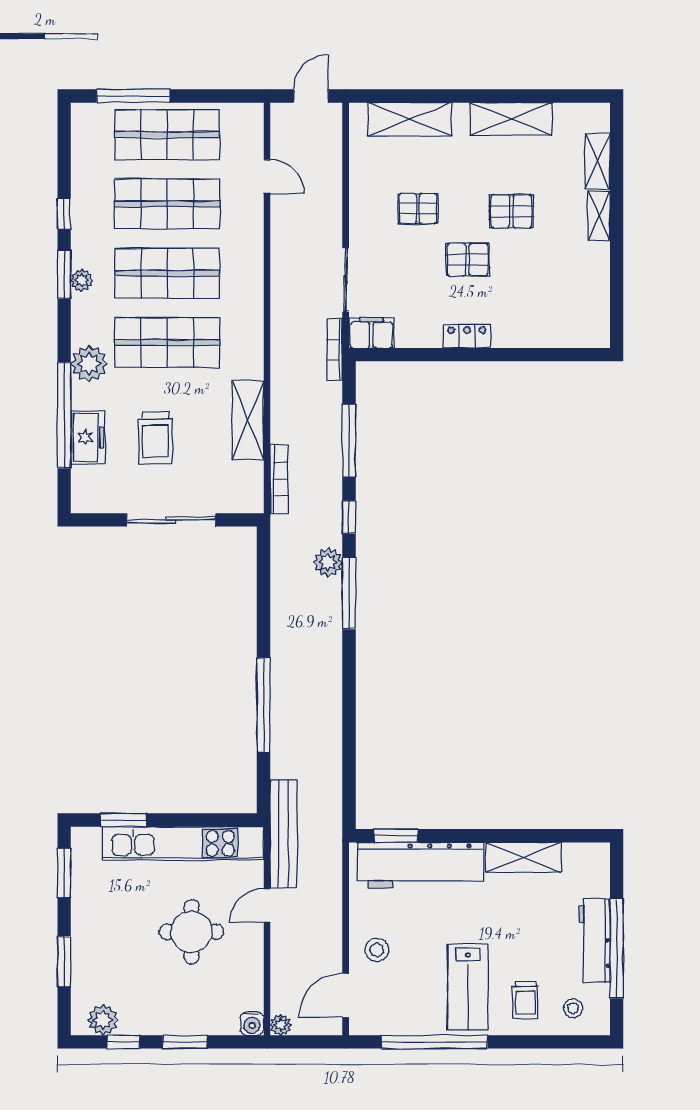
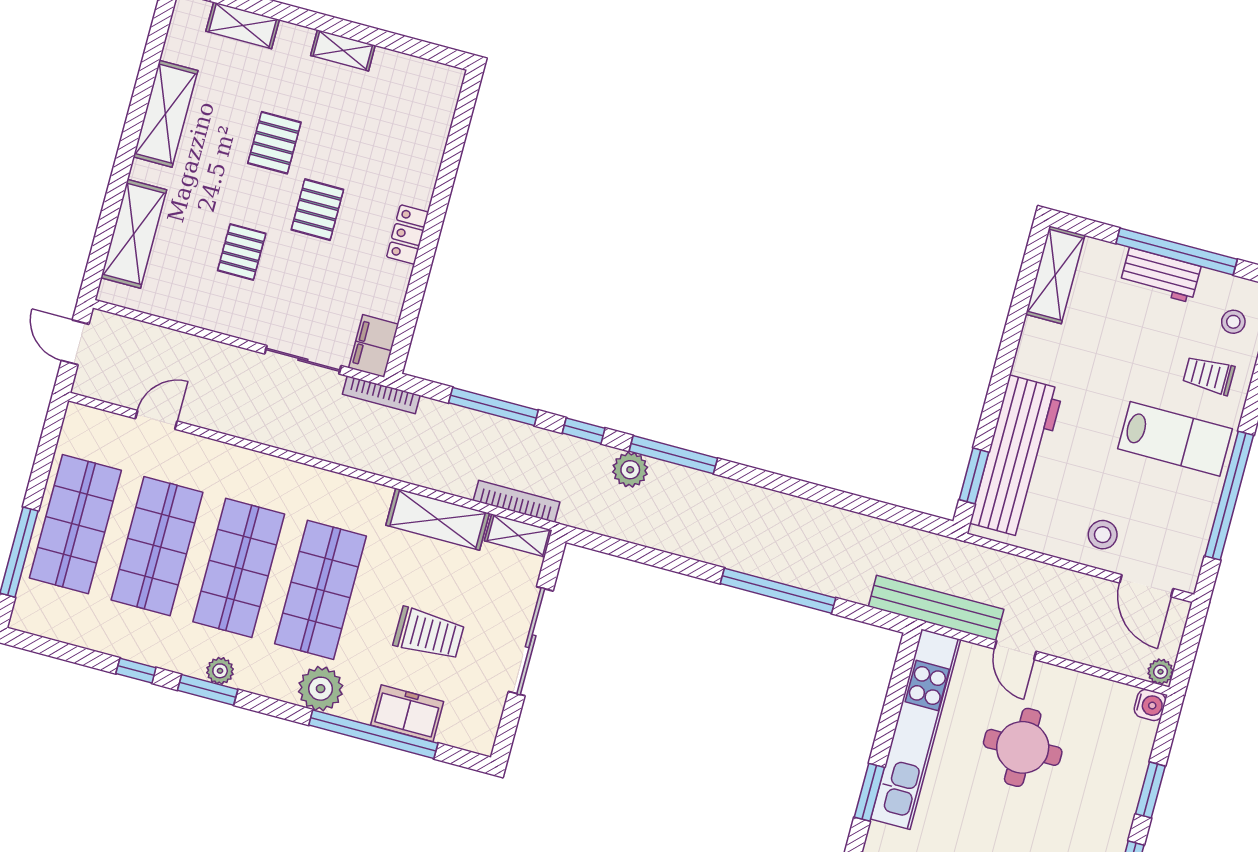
shelving: (599, 216) -> (343, 50), moved
shelving: (252, 488) -> (518, 535), added
shelving: (523, 857) -> (1055, 275), moved
workbench: (594, 941) -> (1160, 275), width x0.73
trolley: (525, 1000) -> (1209, 375), turned 180

